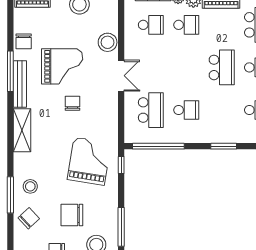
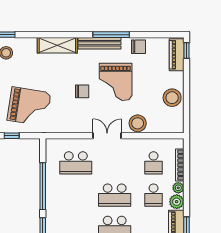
chair: (24, 41) -> (138, 47), turned 180
double door: (121, 76) -> (107, 136), swing flipped
school desk: (186, 110) -> (115, 195), moved, width x1.85
window: (158, 146) -> (43, 186), moved
window: (121, 165) -> (12, 136), moved

